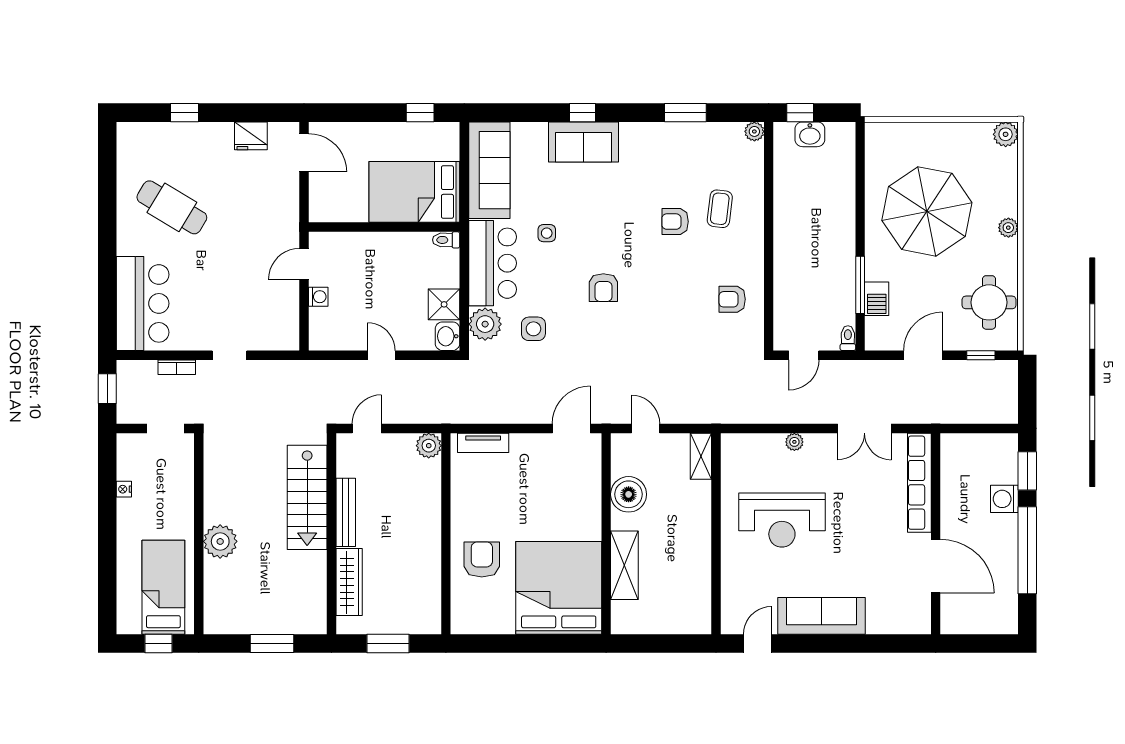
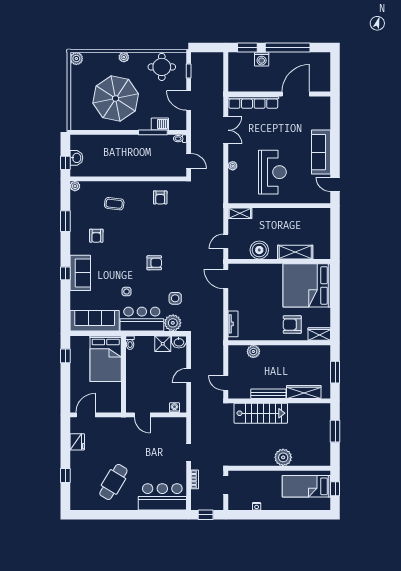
armchair: (675, 222) -> (96, 236), moved
washing machine: (318, 297) -> (174, 408), moved
plant: (429, 446) -> (253, 351), moved
wardrobe: (463, 613) -> (319, 334), added

